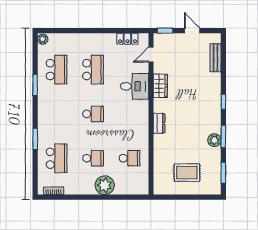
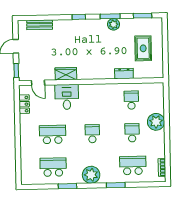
plant: (43, 39) -> (91, 175), moved, width x1.88, depth x1.88
dresser: (159, 123) -> (124, 74), moved

